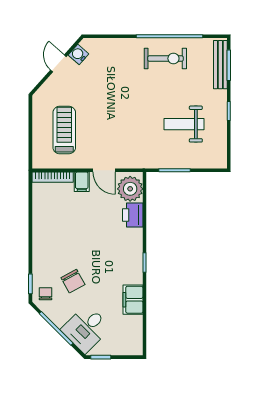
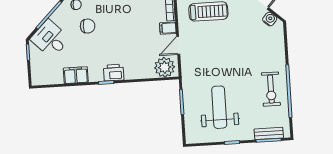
bench: (220, 65) -> (269, 133), width x0.73
weight bench: (184, 124) -> (219, 107), width x1.36, depth x1.33
printer: (133, 215) -> (114, 73), moved
chair: (73, 281) -> (88, 26), turned -151

